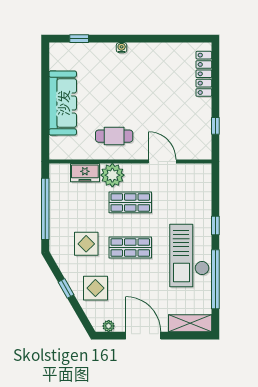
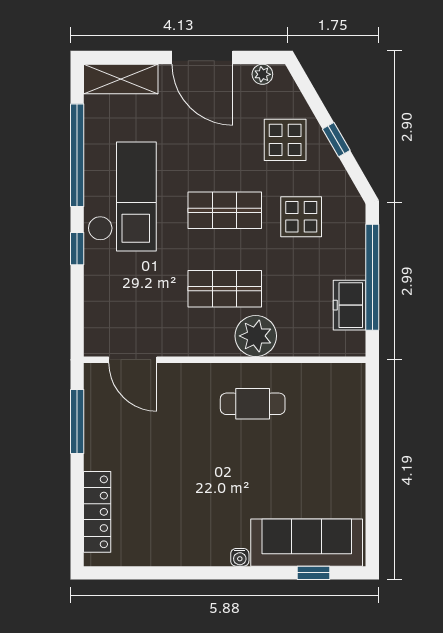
sofa: (63, 103) -> (307, 543), moved, turned 90
window: (215, 126) -> (77, 421), width x2.17
door: (162, 161) -> (133, 360), moved
freezer: (85, 173) -> (350, 305), moved, turned -90

